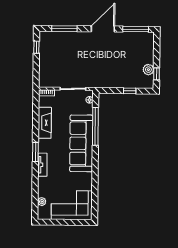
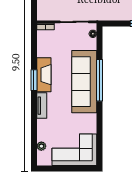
fireplace: (45, 123) -> (44, 75), moved
window: (95, 126) -> (100, 80), moved
window: (35, 152) -> (34, 80), moved

